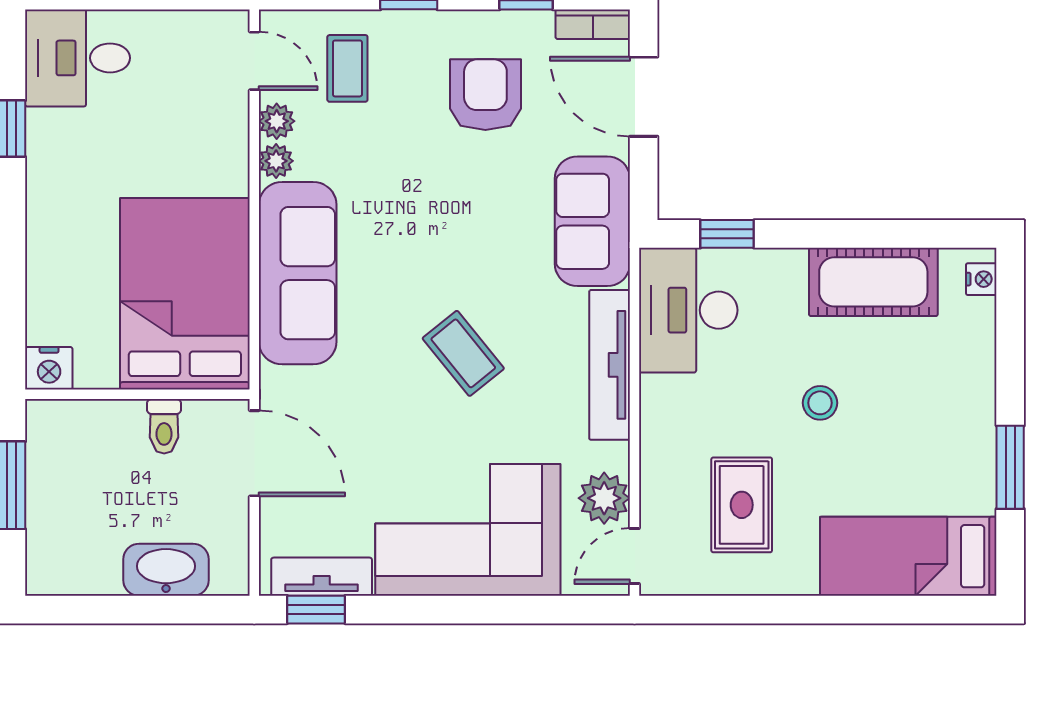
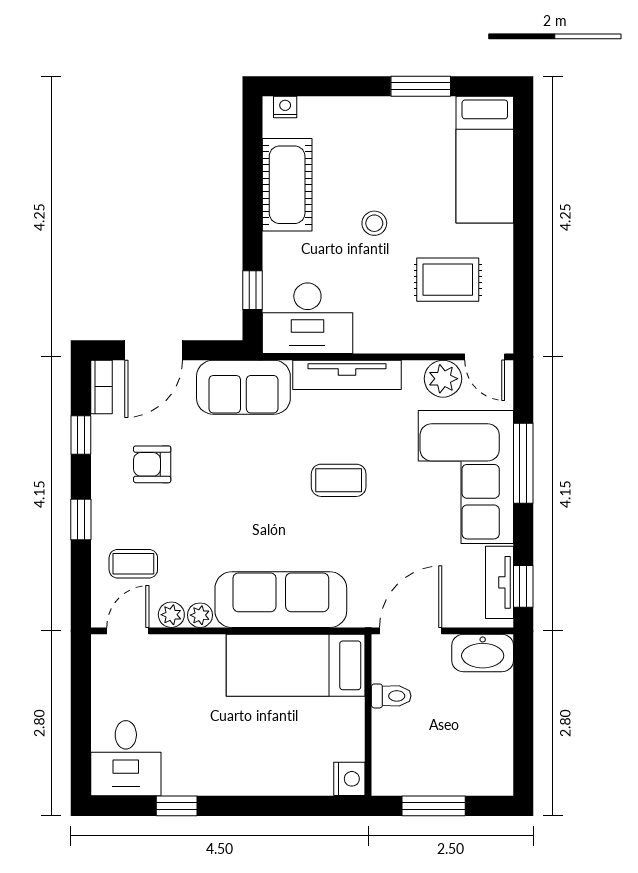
armchair: (485, 95) -> (152, 464), width x0.72, depth x0.72
bed: (185, 294) -> (296, 665), width x0.67
coffee table: (463, 353) -> (339, 480), turned 39
washbasin: (166, 570) -> (483, 653), moved, turned -90
window: (487, 610) -> (523, 463), added

